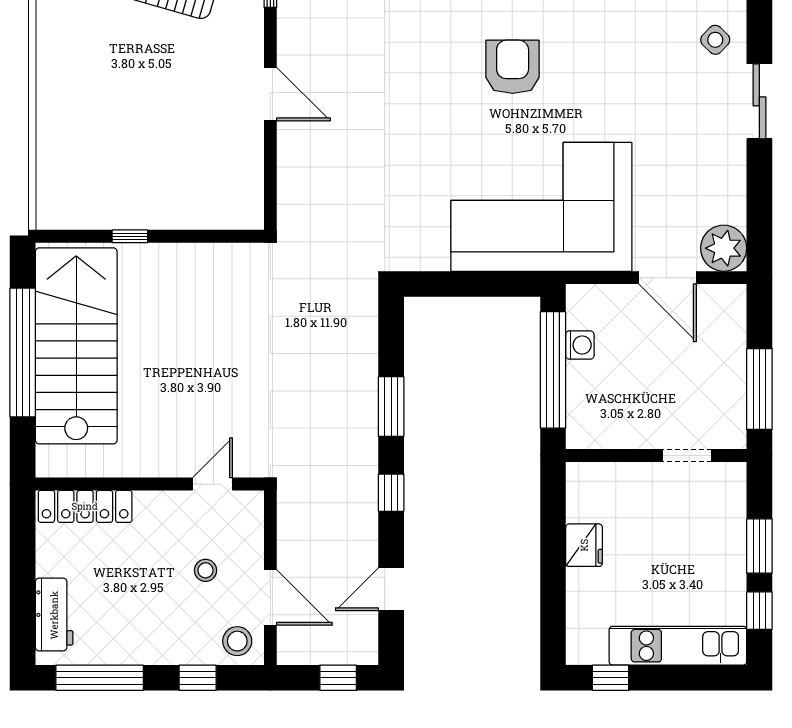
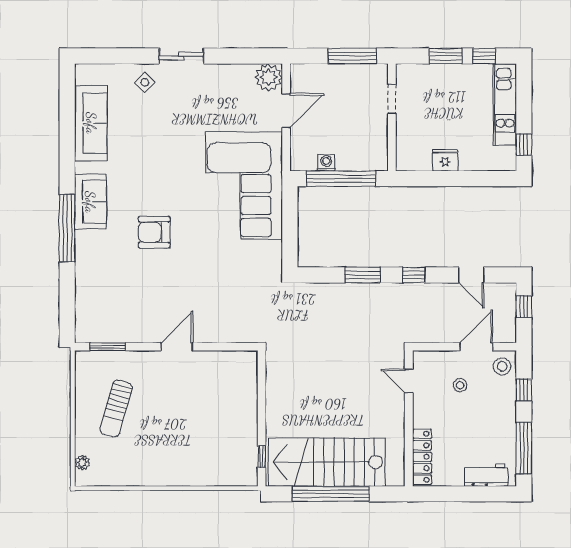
armchair: (513, 67) -> (154, 232), moved
window: (130, 236) -> (262, 456), moved

